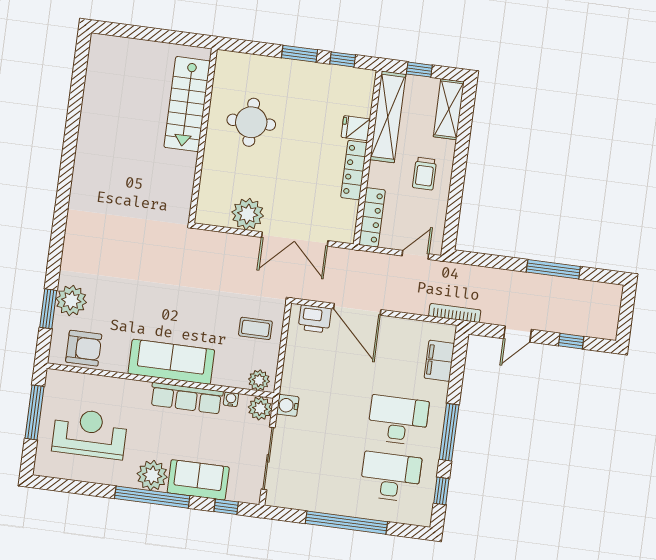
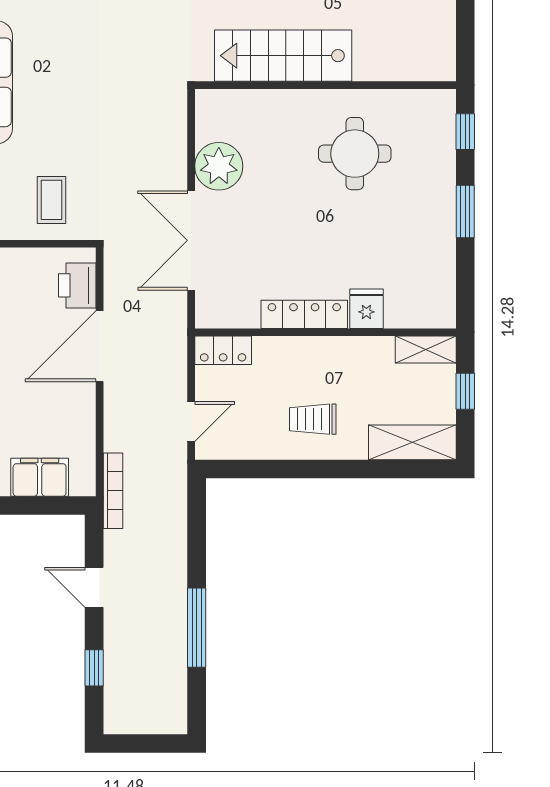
window: (343, 59) -> (465, 132), moved
stairs: (187, 104) -> (283, 56), moved
shelving: (388, 117) -> (426, 350), width x0.45, depth x0.75
locker: (372, 217) -> (223, 350), width x0.66
door: (415, 255) -> (191, 421), hinge flipped

